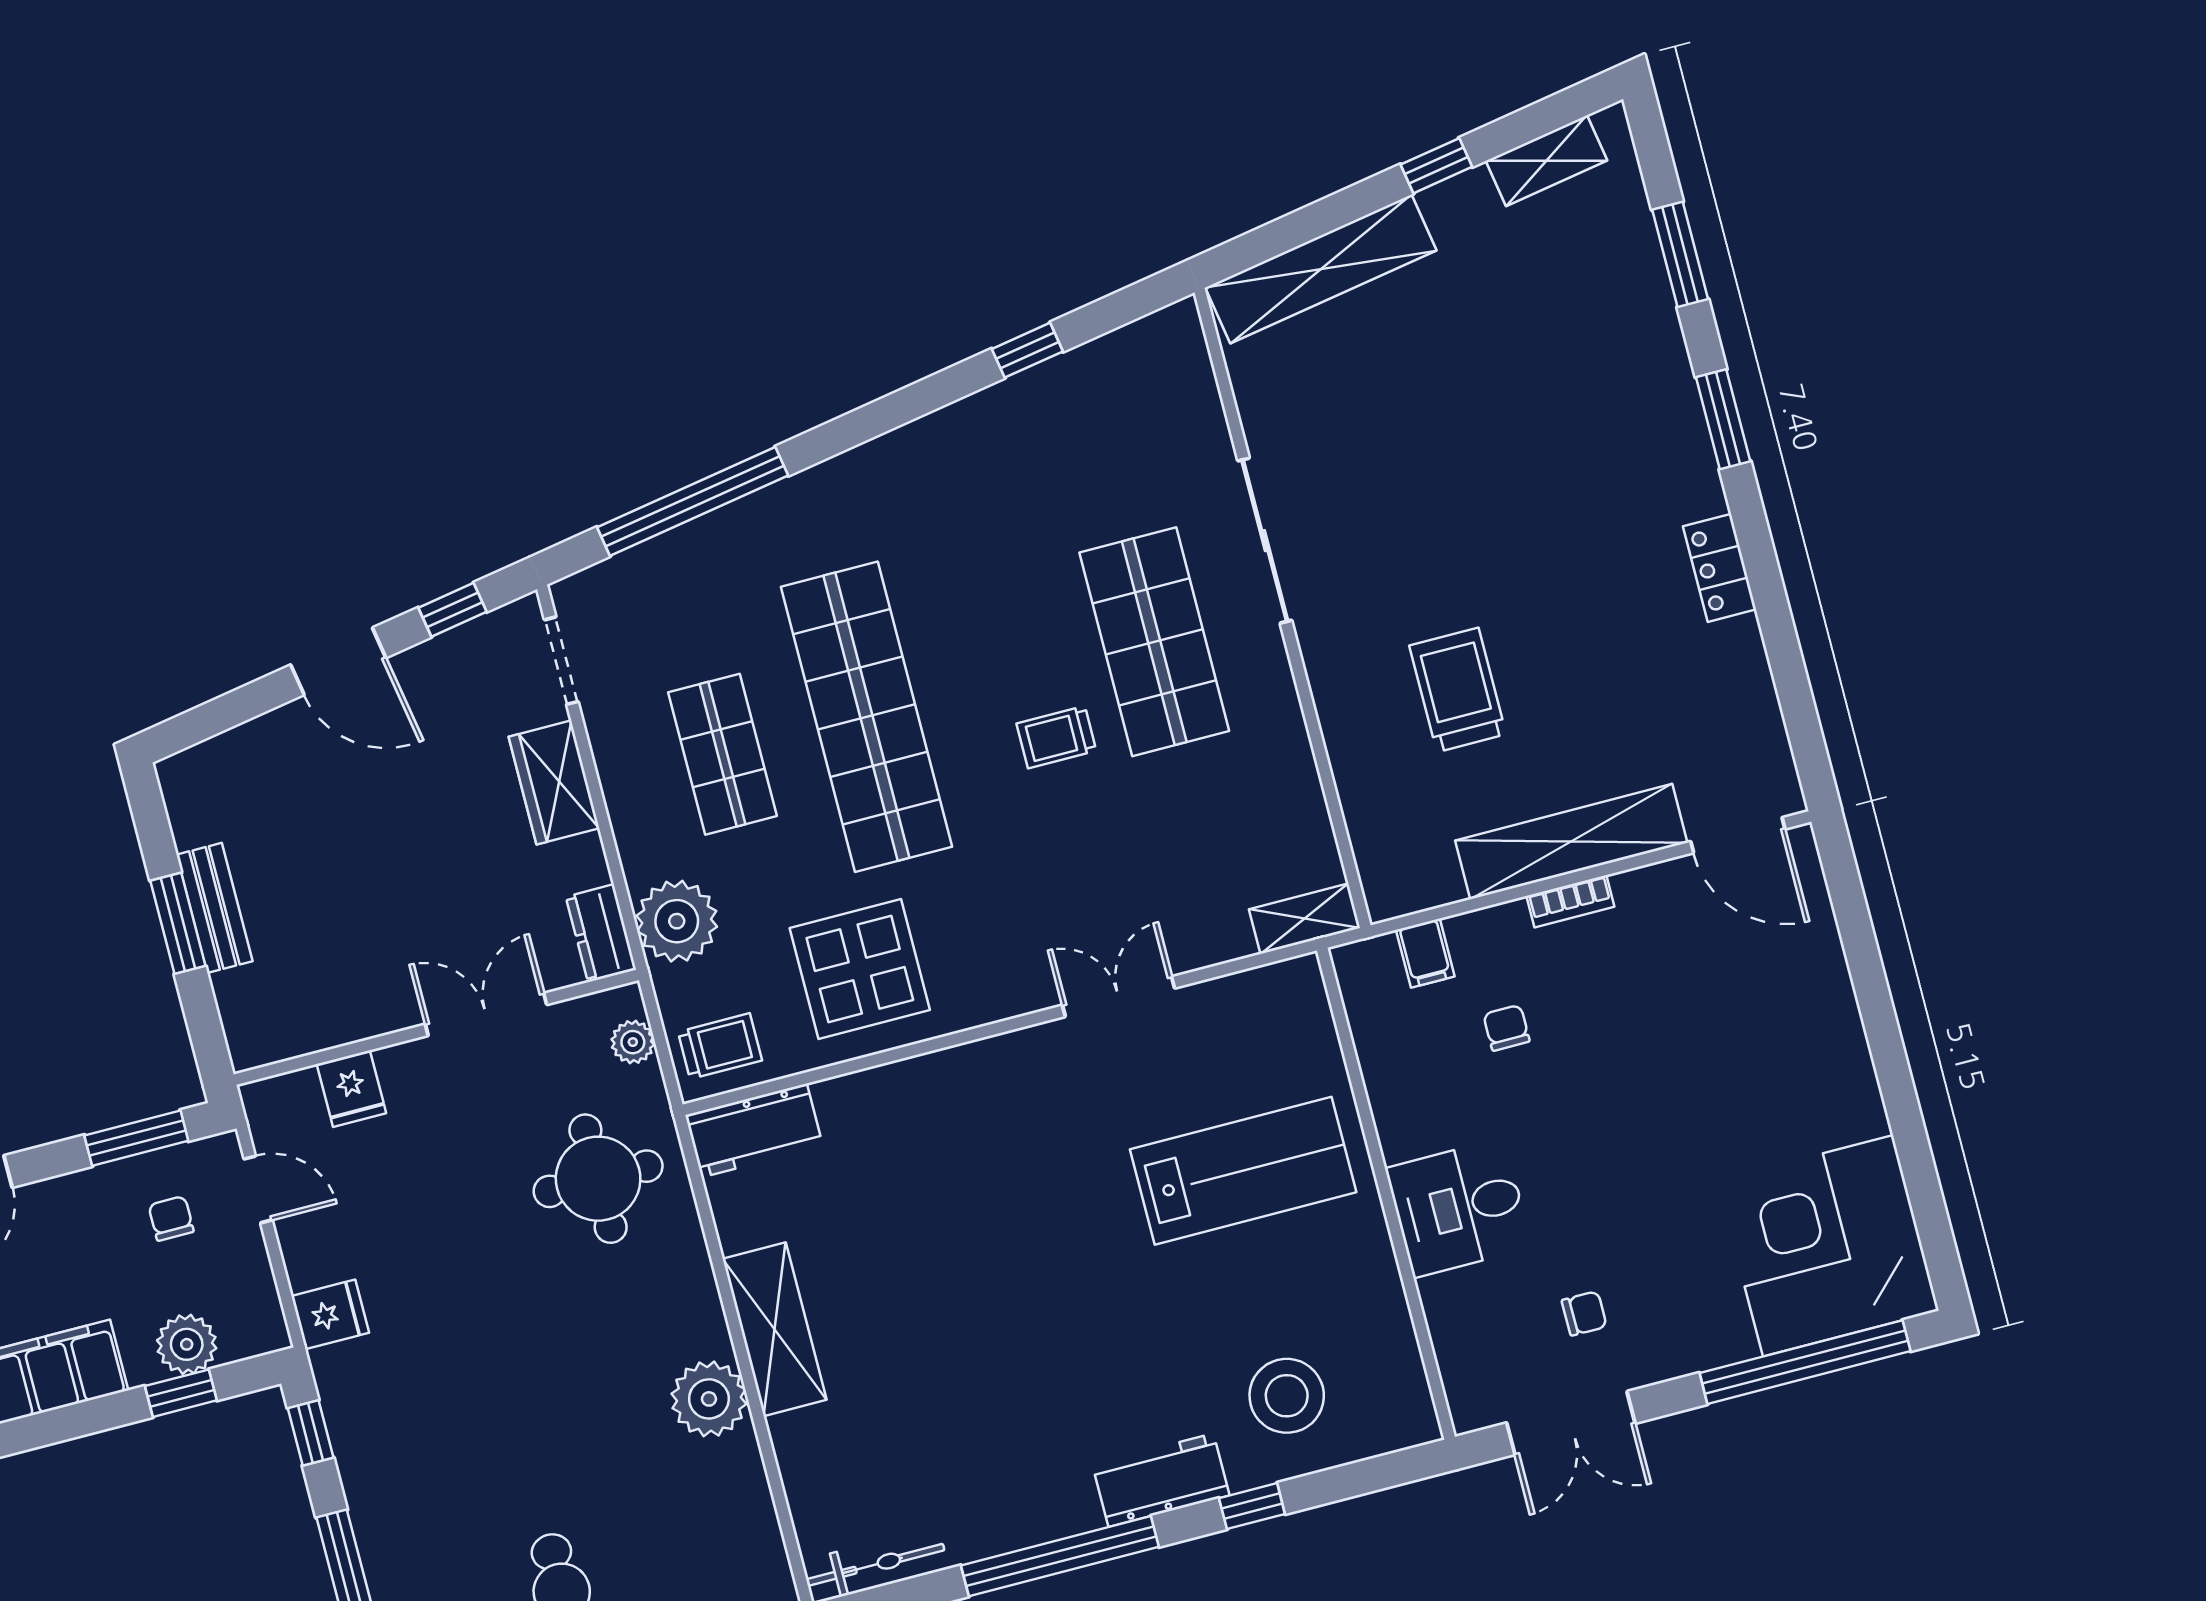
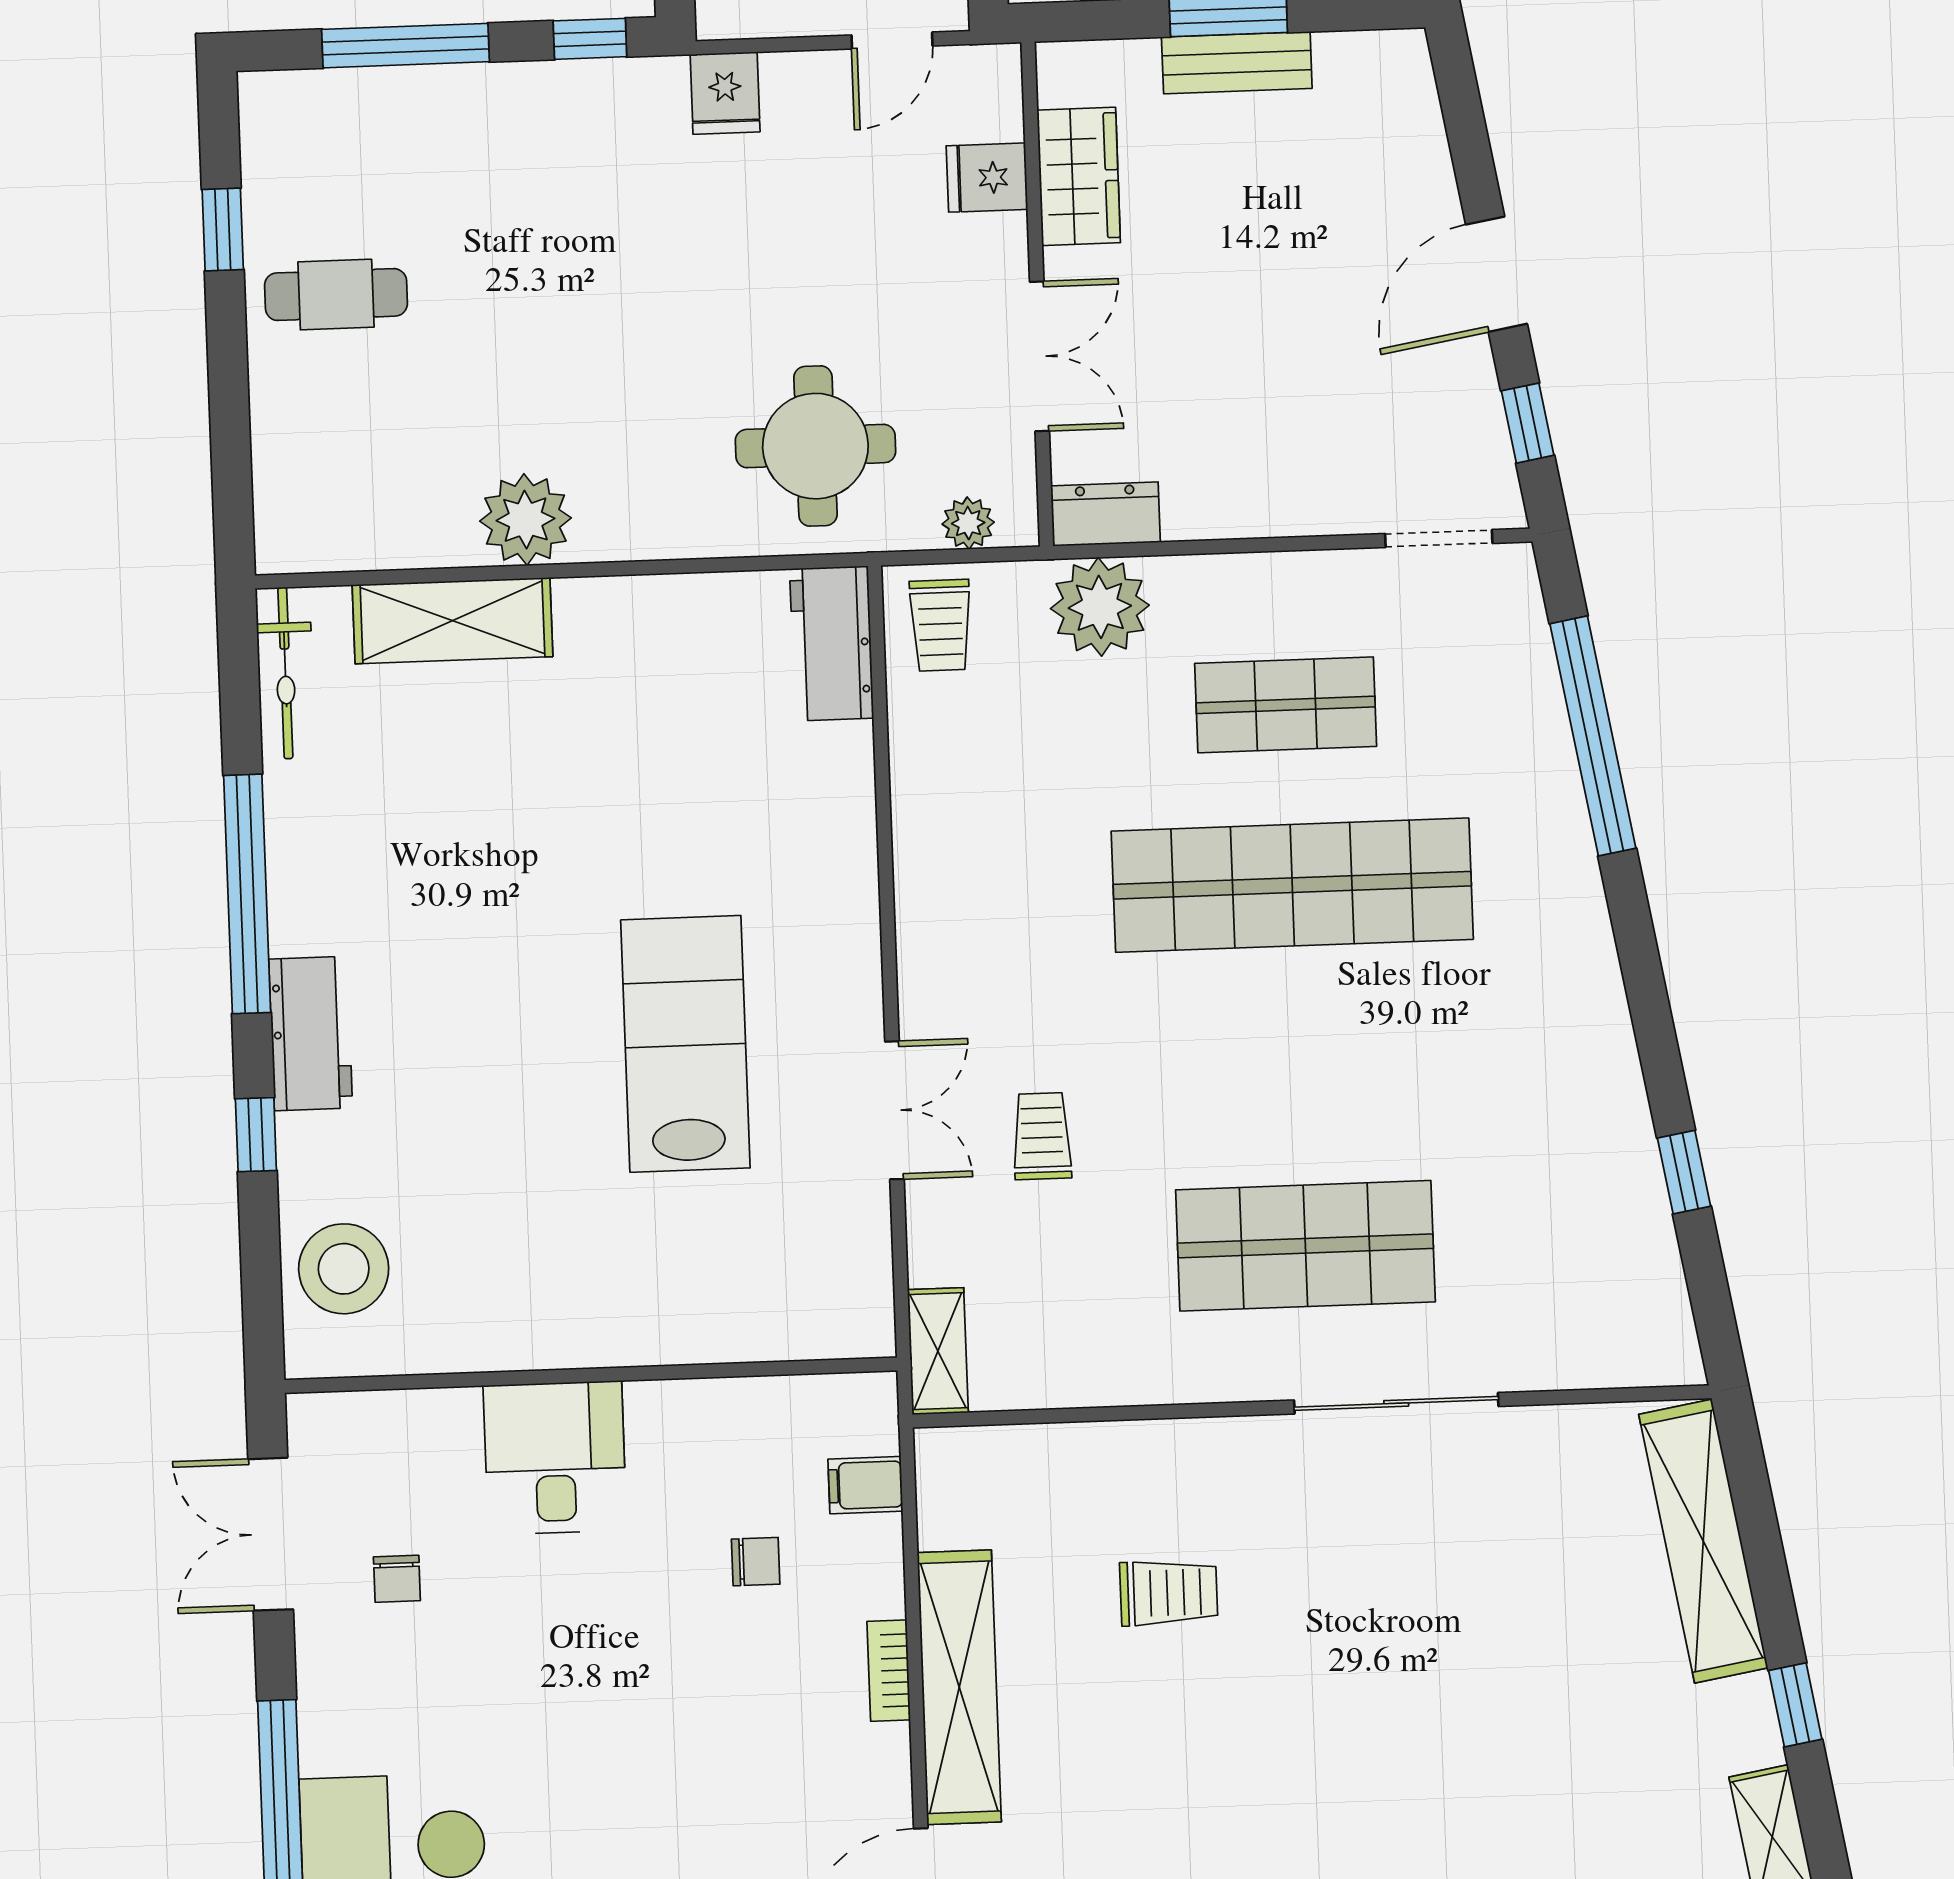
trolley: (1458, 690) -> (1169, 1593), width x0.73, depth x0.72
trolley: (1056, 737) -> (1042, 1136), moved
wardrobe: (554, 782) -> (1079, 176), moved, turned 90
display table: (860, 969) -> (995, 811), removed
lab bench: (1243, 1171) -> (685, 1044), moved, turned 180
shelving: (775, 1329) -> (452, 621), moved
stool: (1287, 1396) -> (344, 1269), moved

